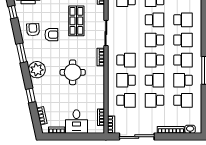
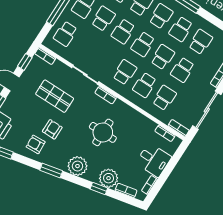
plant: (43, 98) -> (109, 178), added

